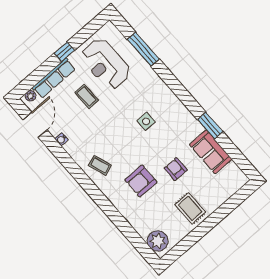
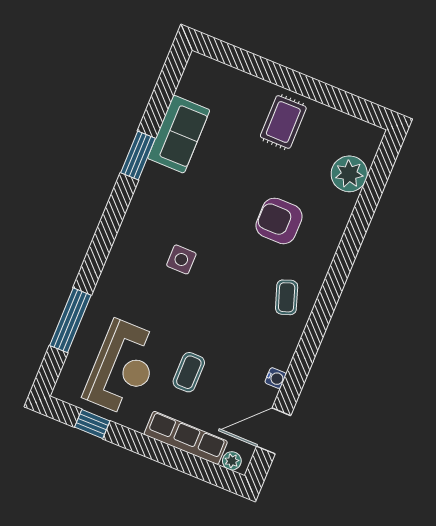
window: (64, 52) -> (92, 424), moved
armchair: (176, 169) -> (233, 176), removed
armchair: (141, 181) -> (279, 221), turned 180
plant: (158, 241) -> (349, 174), moved

